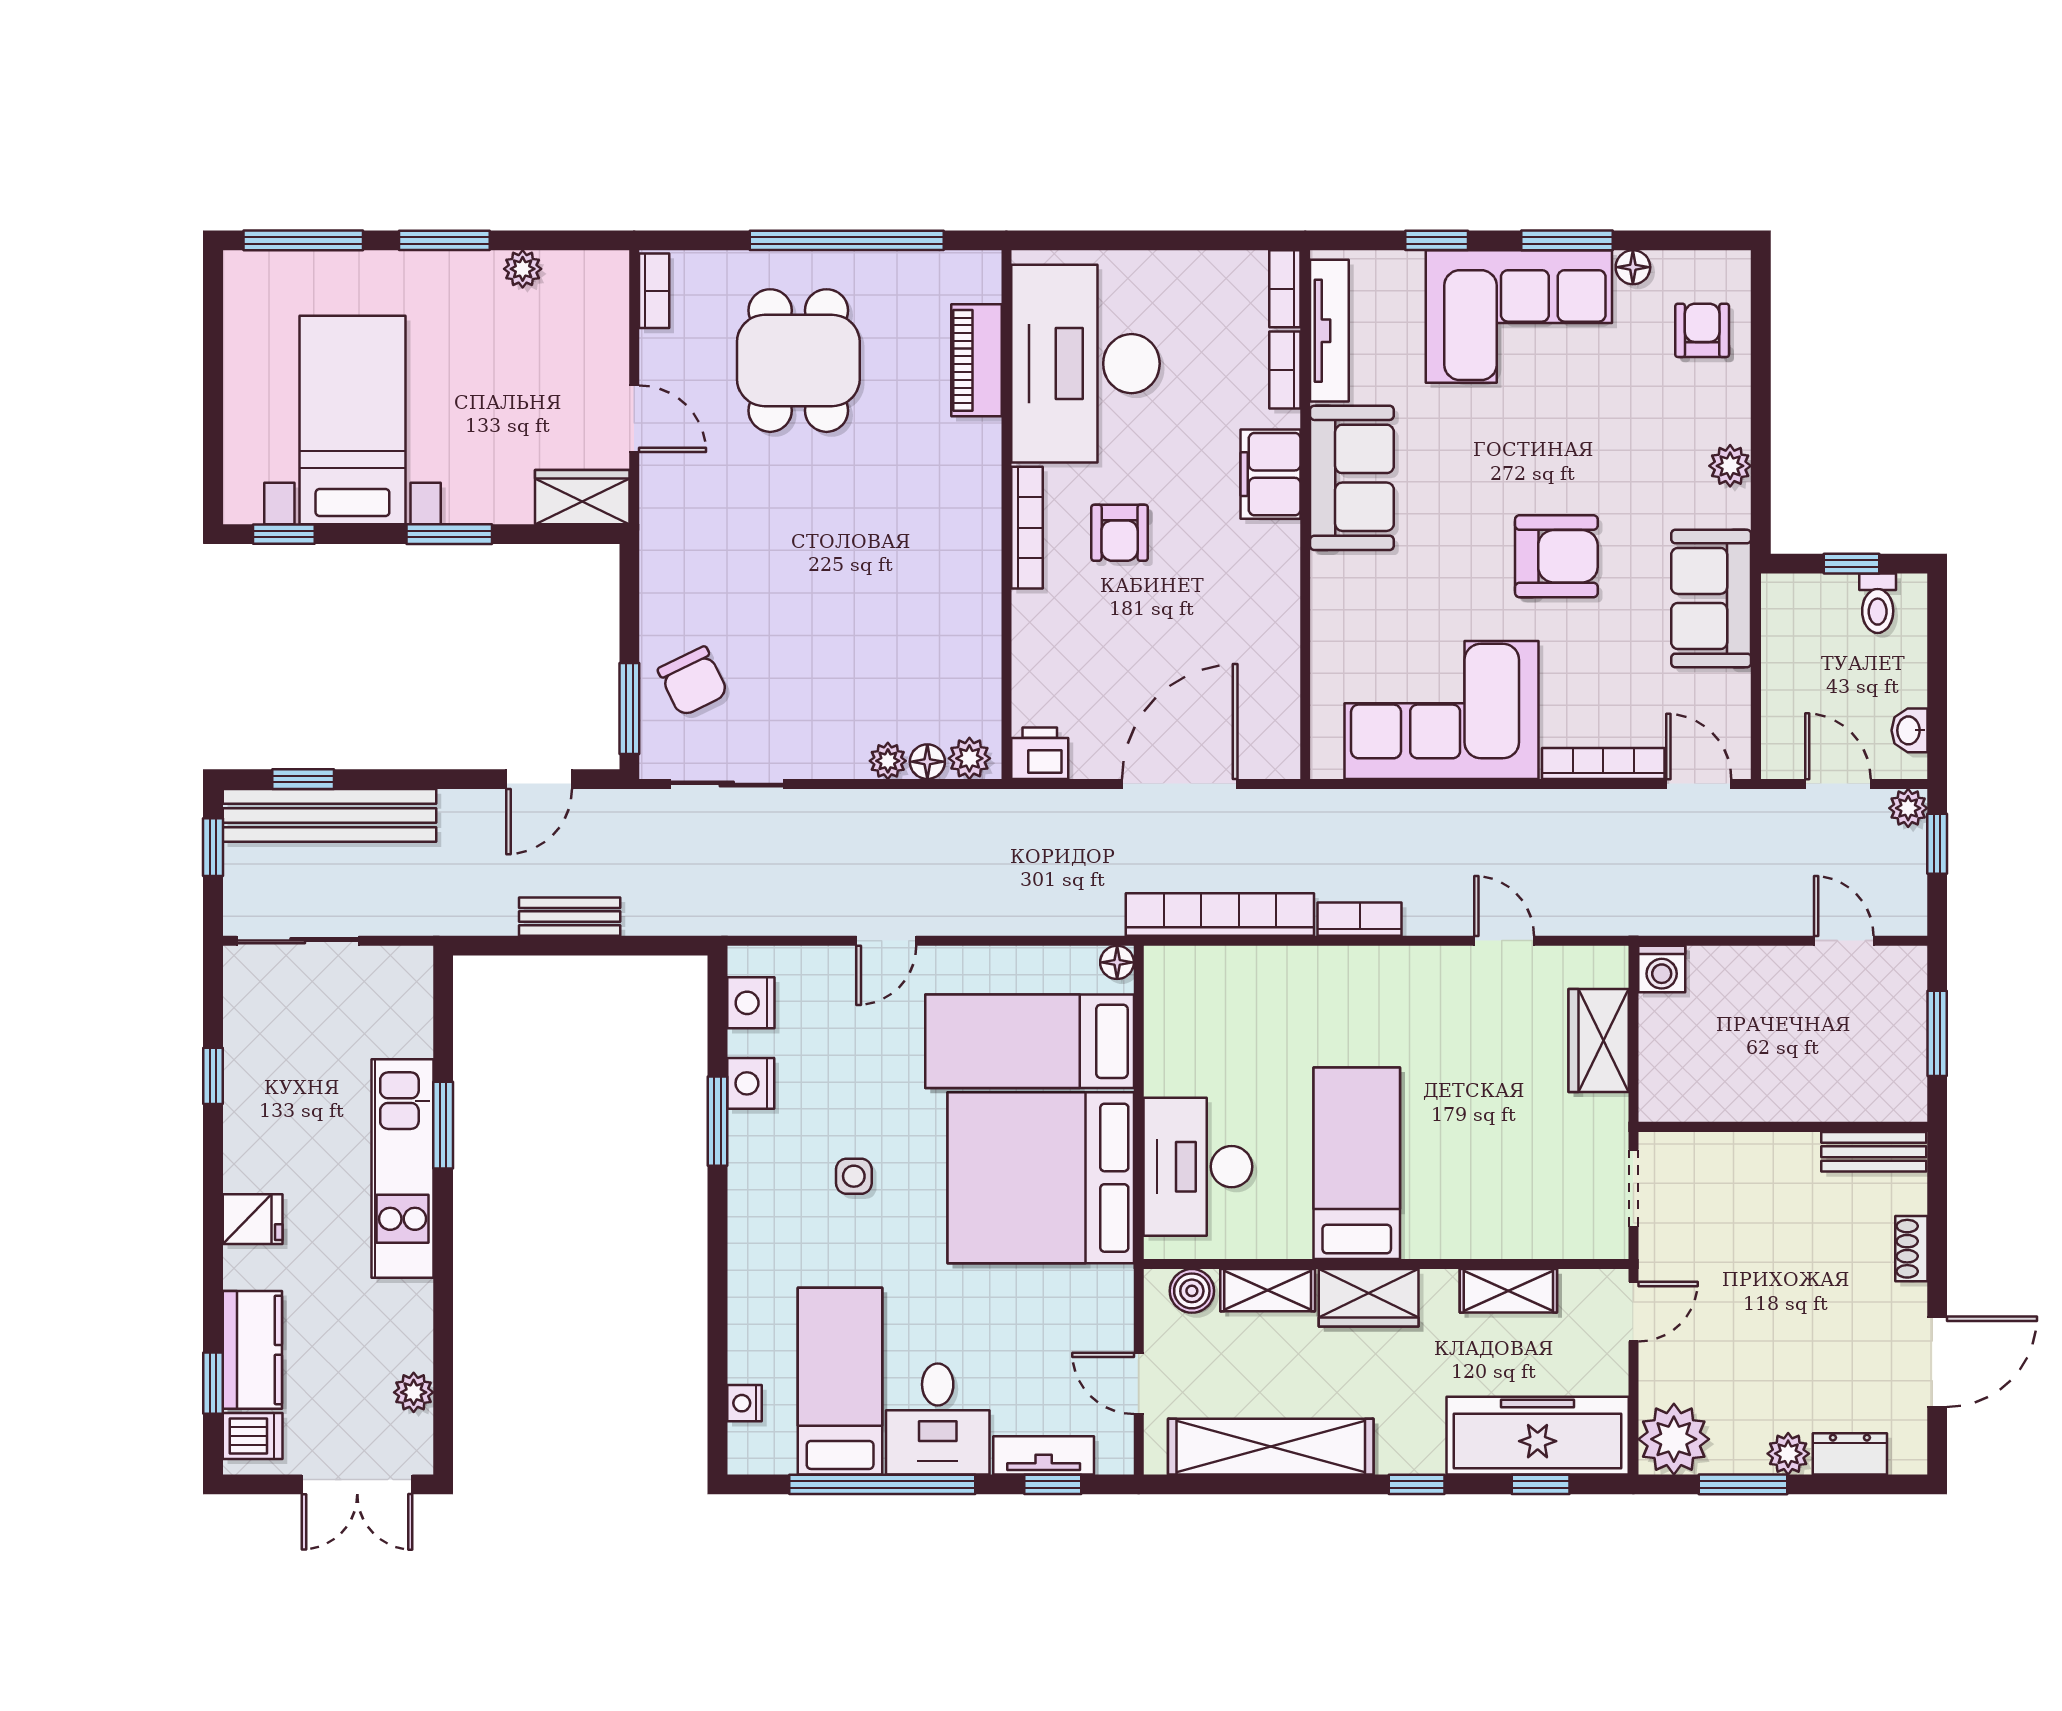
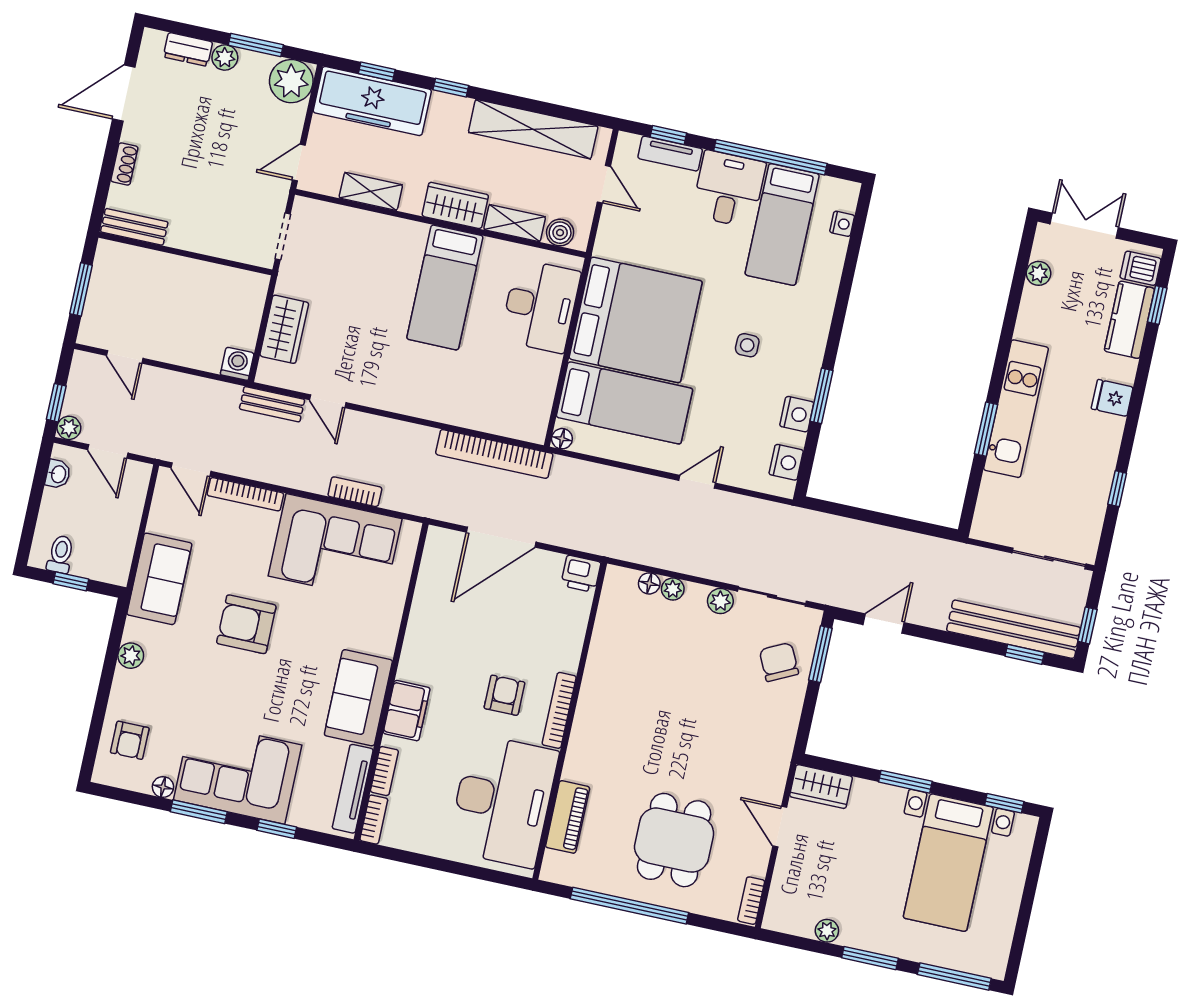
plant: (969, 758) -> (720, 601), moved
bench: (570, 917) -> (272, 404), moved
bookcase: (1360, 919) -> (355, 492), moved, turned 180

